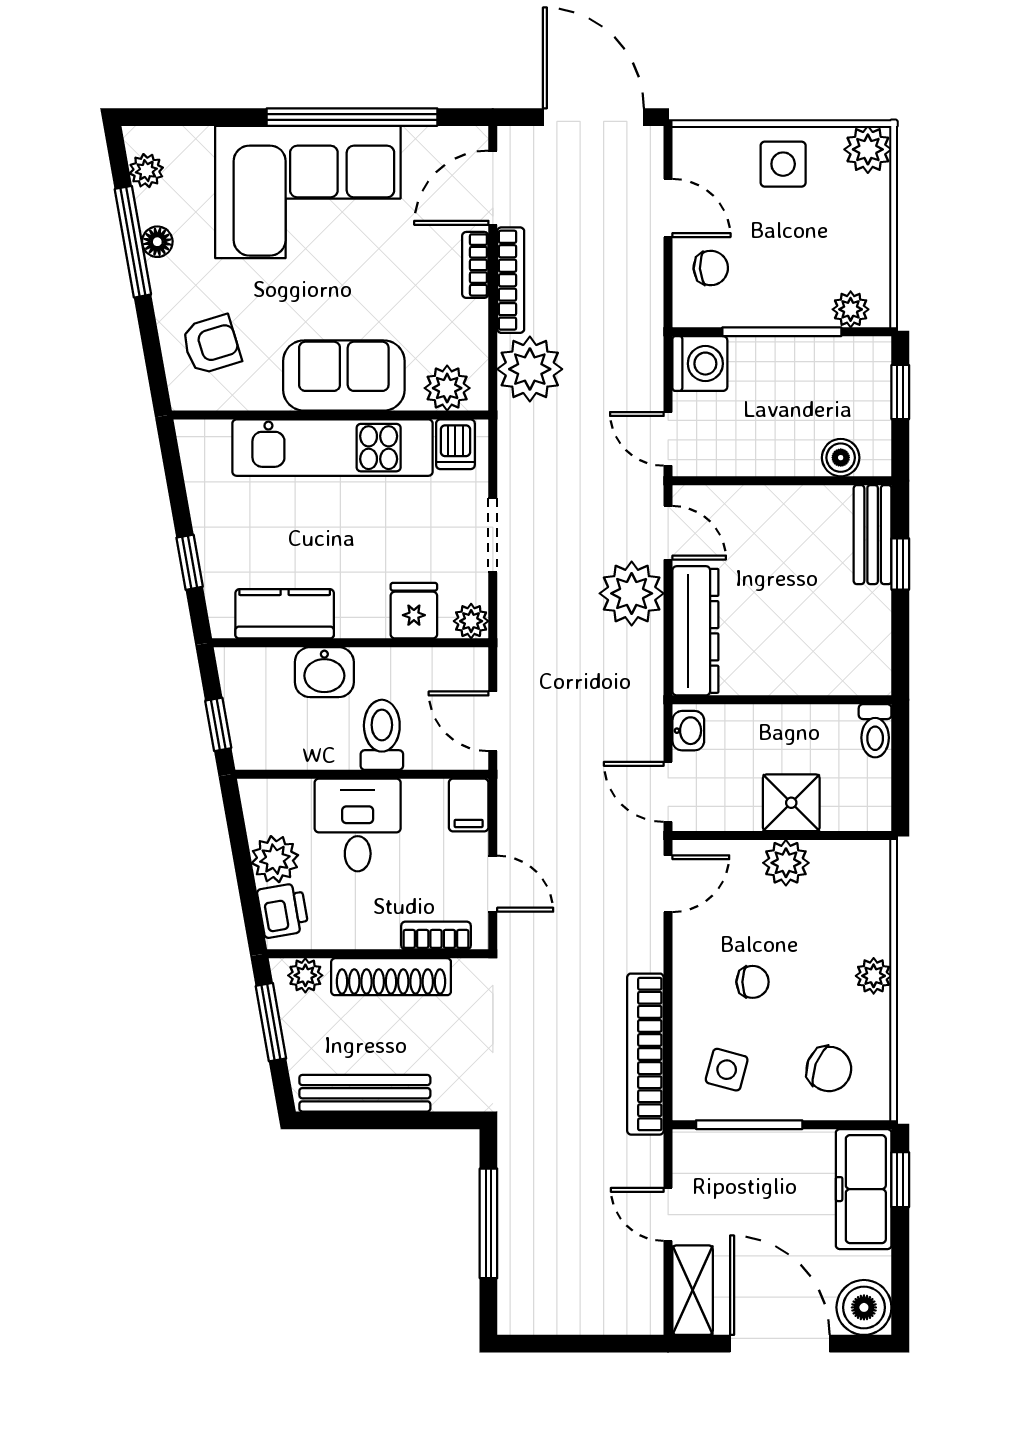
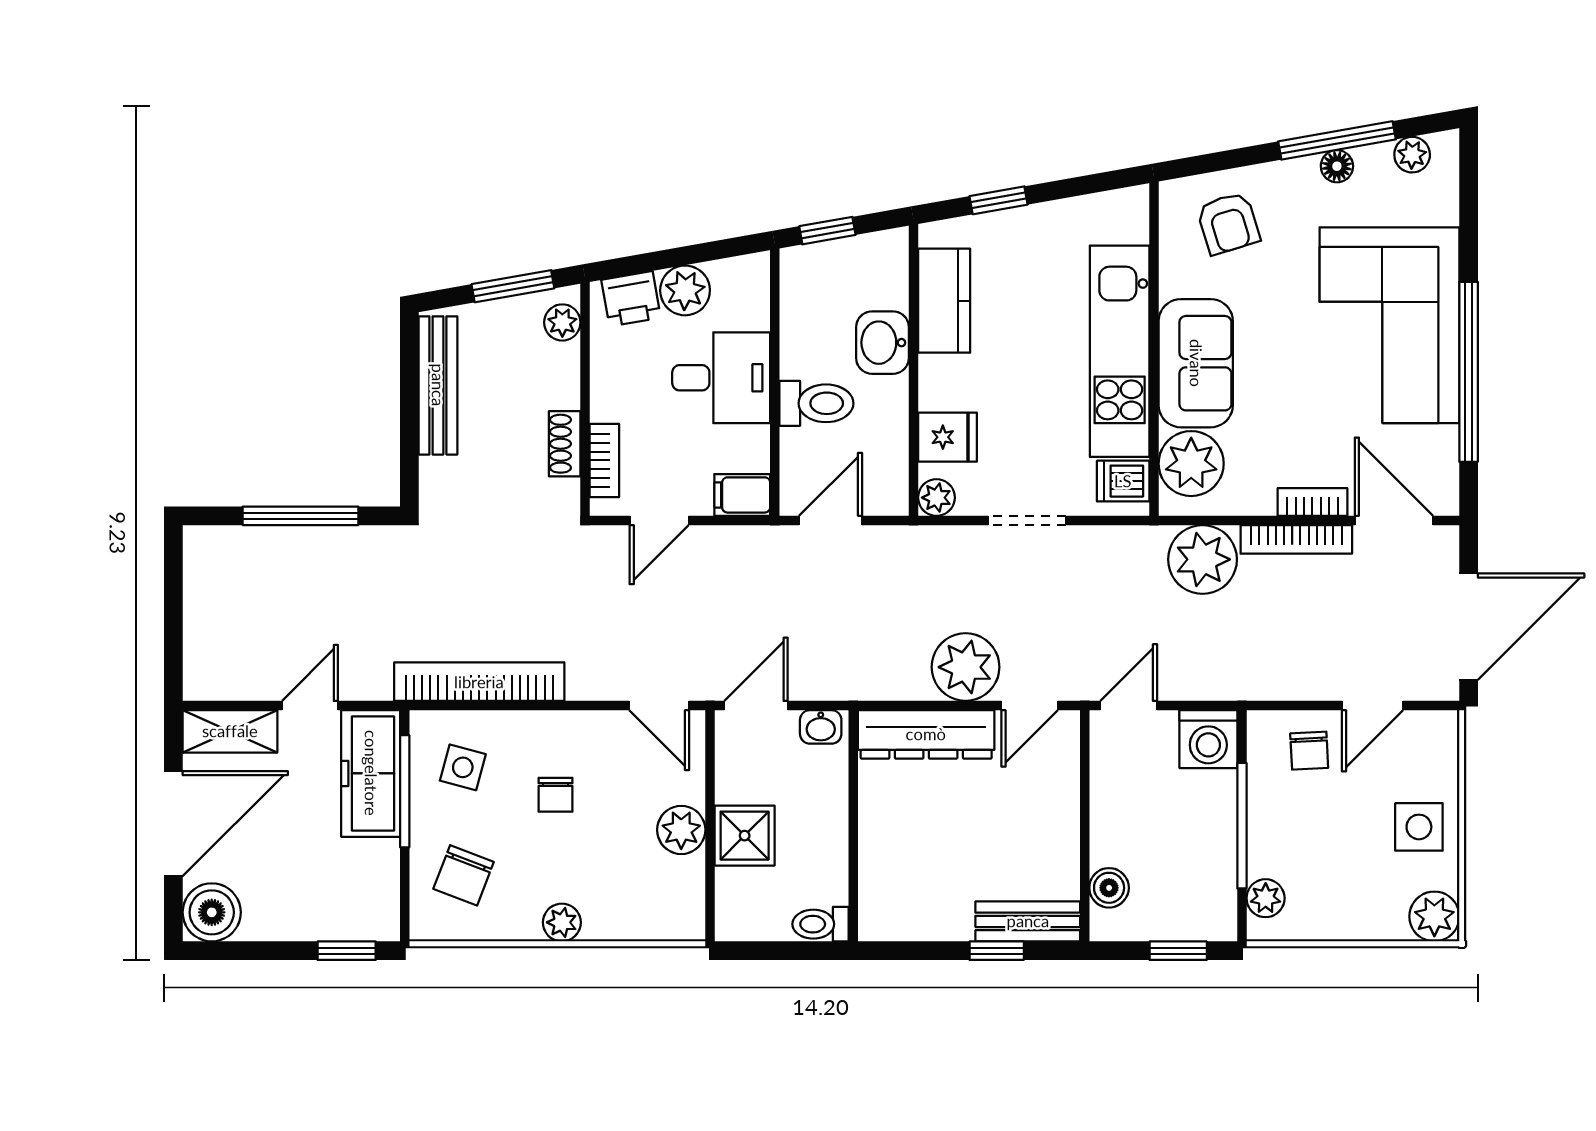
plant: (447, 388) -> (1191, 464), width x1.36, depth x1.36
shoe rack: (391, 977) -> (565, 444), width x0.51, depth x0.81
freezer: (864, 1189) -> (371, 773), moved, turned -90

